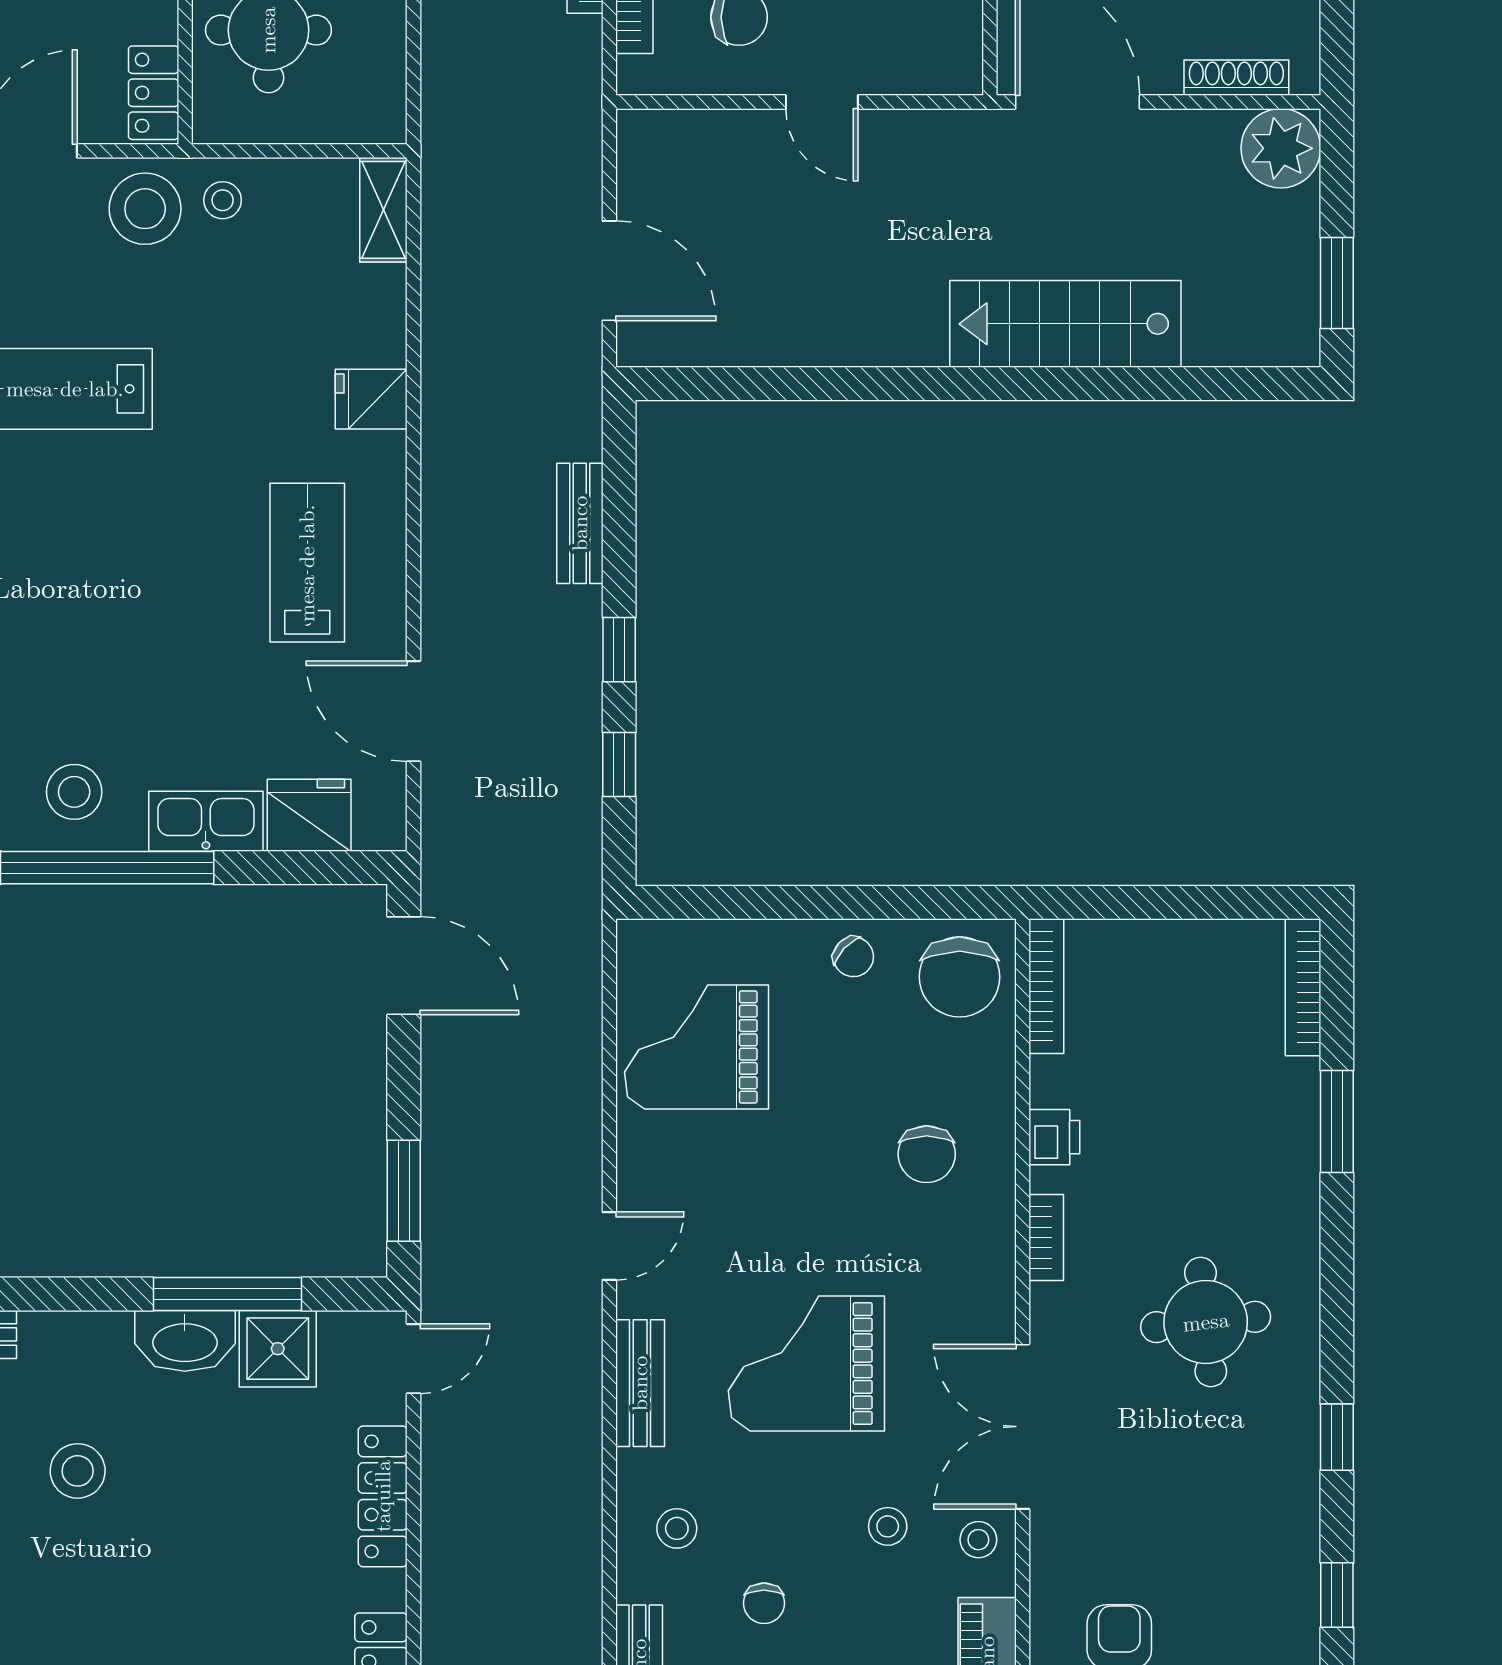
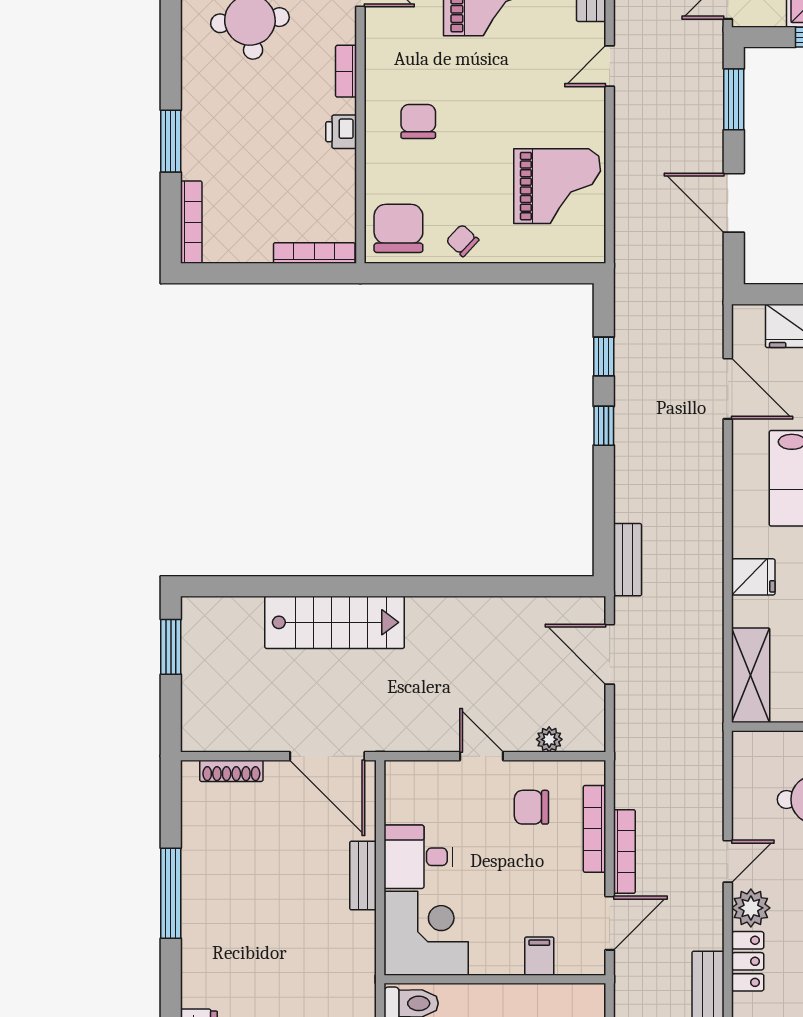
plant: (1281, 148) -> (549, 739), moved, width x0.53, depth x0.53
shelving: (383, 210) -> (751, 675), width x1.50, depth x1.33
bench: (580, 523) -> (627, 560), moved
door: (404, 966) -> (734, 203), moved
bookcase: (1046, 986) -> (314, 253), moved, turned 90

